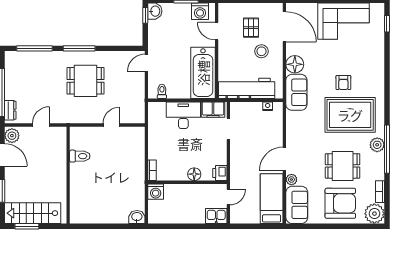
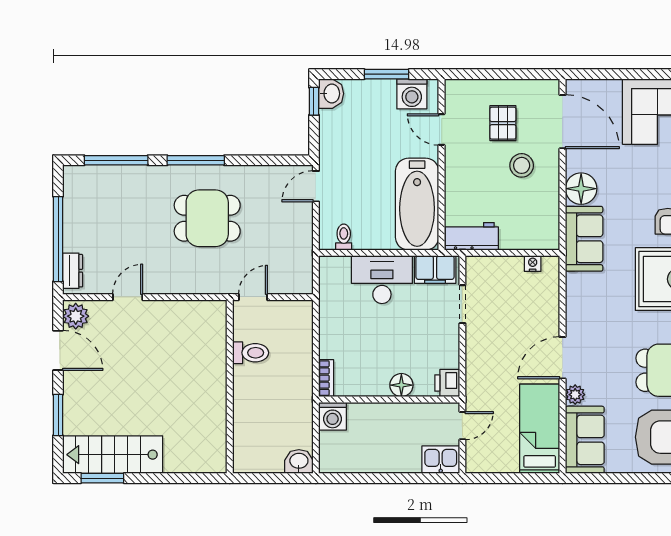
workbench: (247, 88) -> (472, 236), width x0.53, depth x0.76
toilet: (80, 156) -> (251, 353), moved
wall: (68, 175) -> (230, 387), moved

